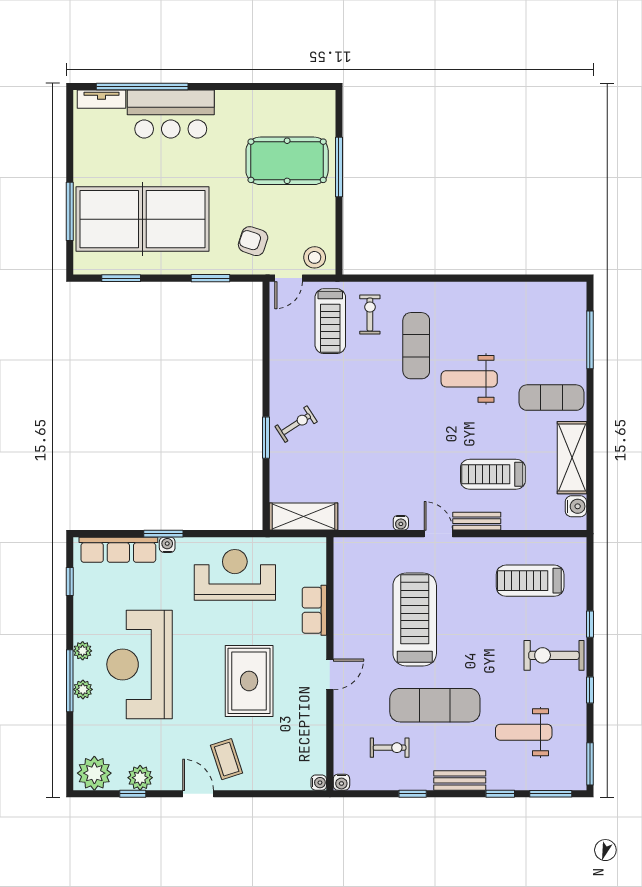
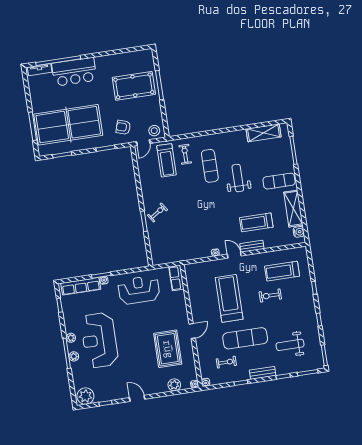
weight bench: (469, 379) -> (238, 178), turned 90
shelving: (304, 517) -> (264, 133), moved
row of seats: (314, 610) -> (176, 278), moved
exercise bike: (554, 655) -> (270, 295), moved, width x0.73, depth x0.72
rug: (249, 681) -> (168, 349), moved
coffee table: (227, 759) -> (148, 380), removed
plant: (140, 778) -> (174, 385), moved

